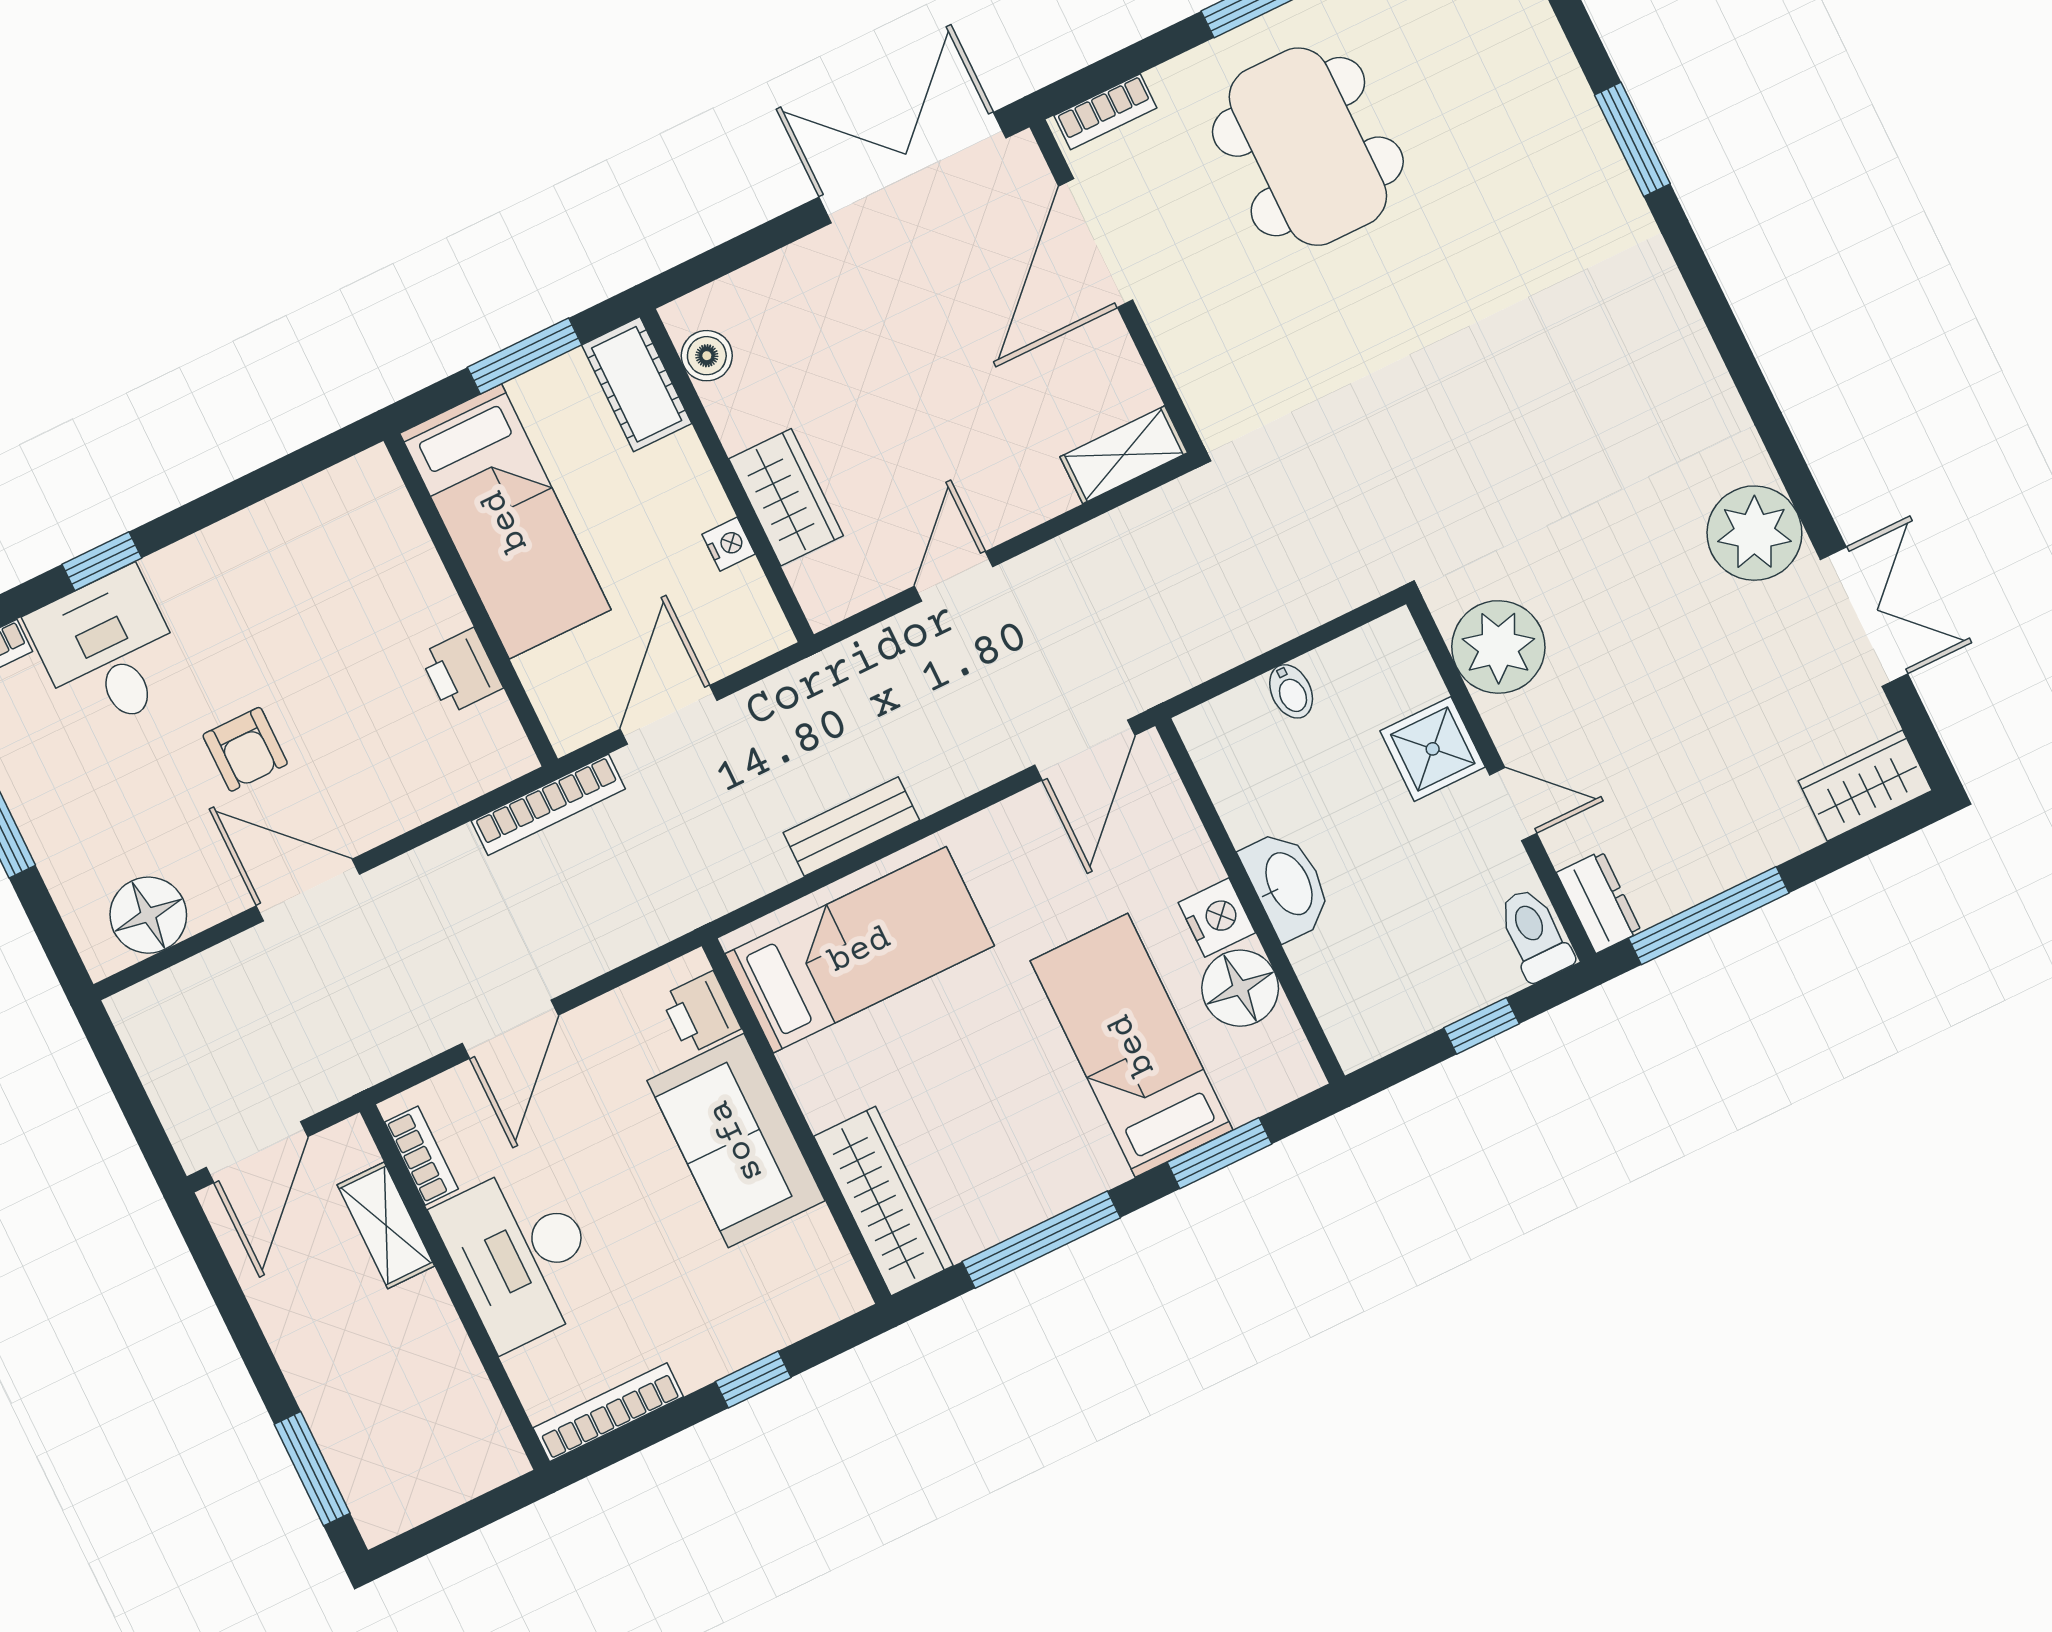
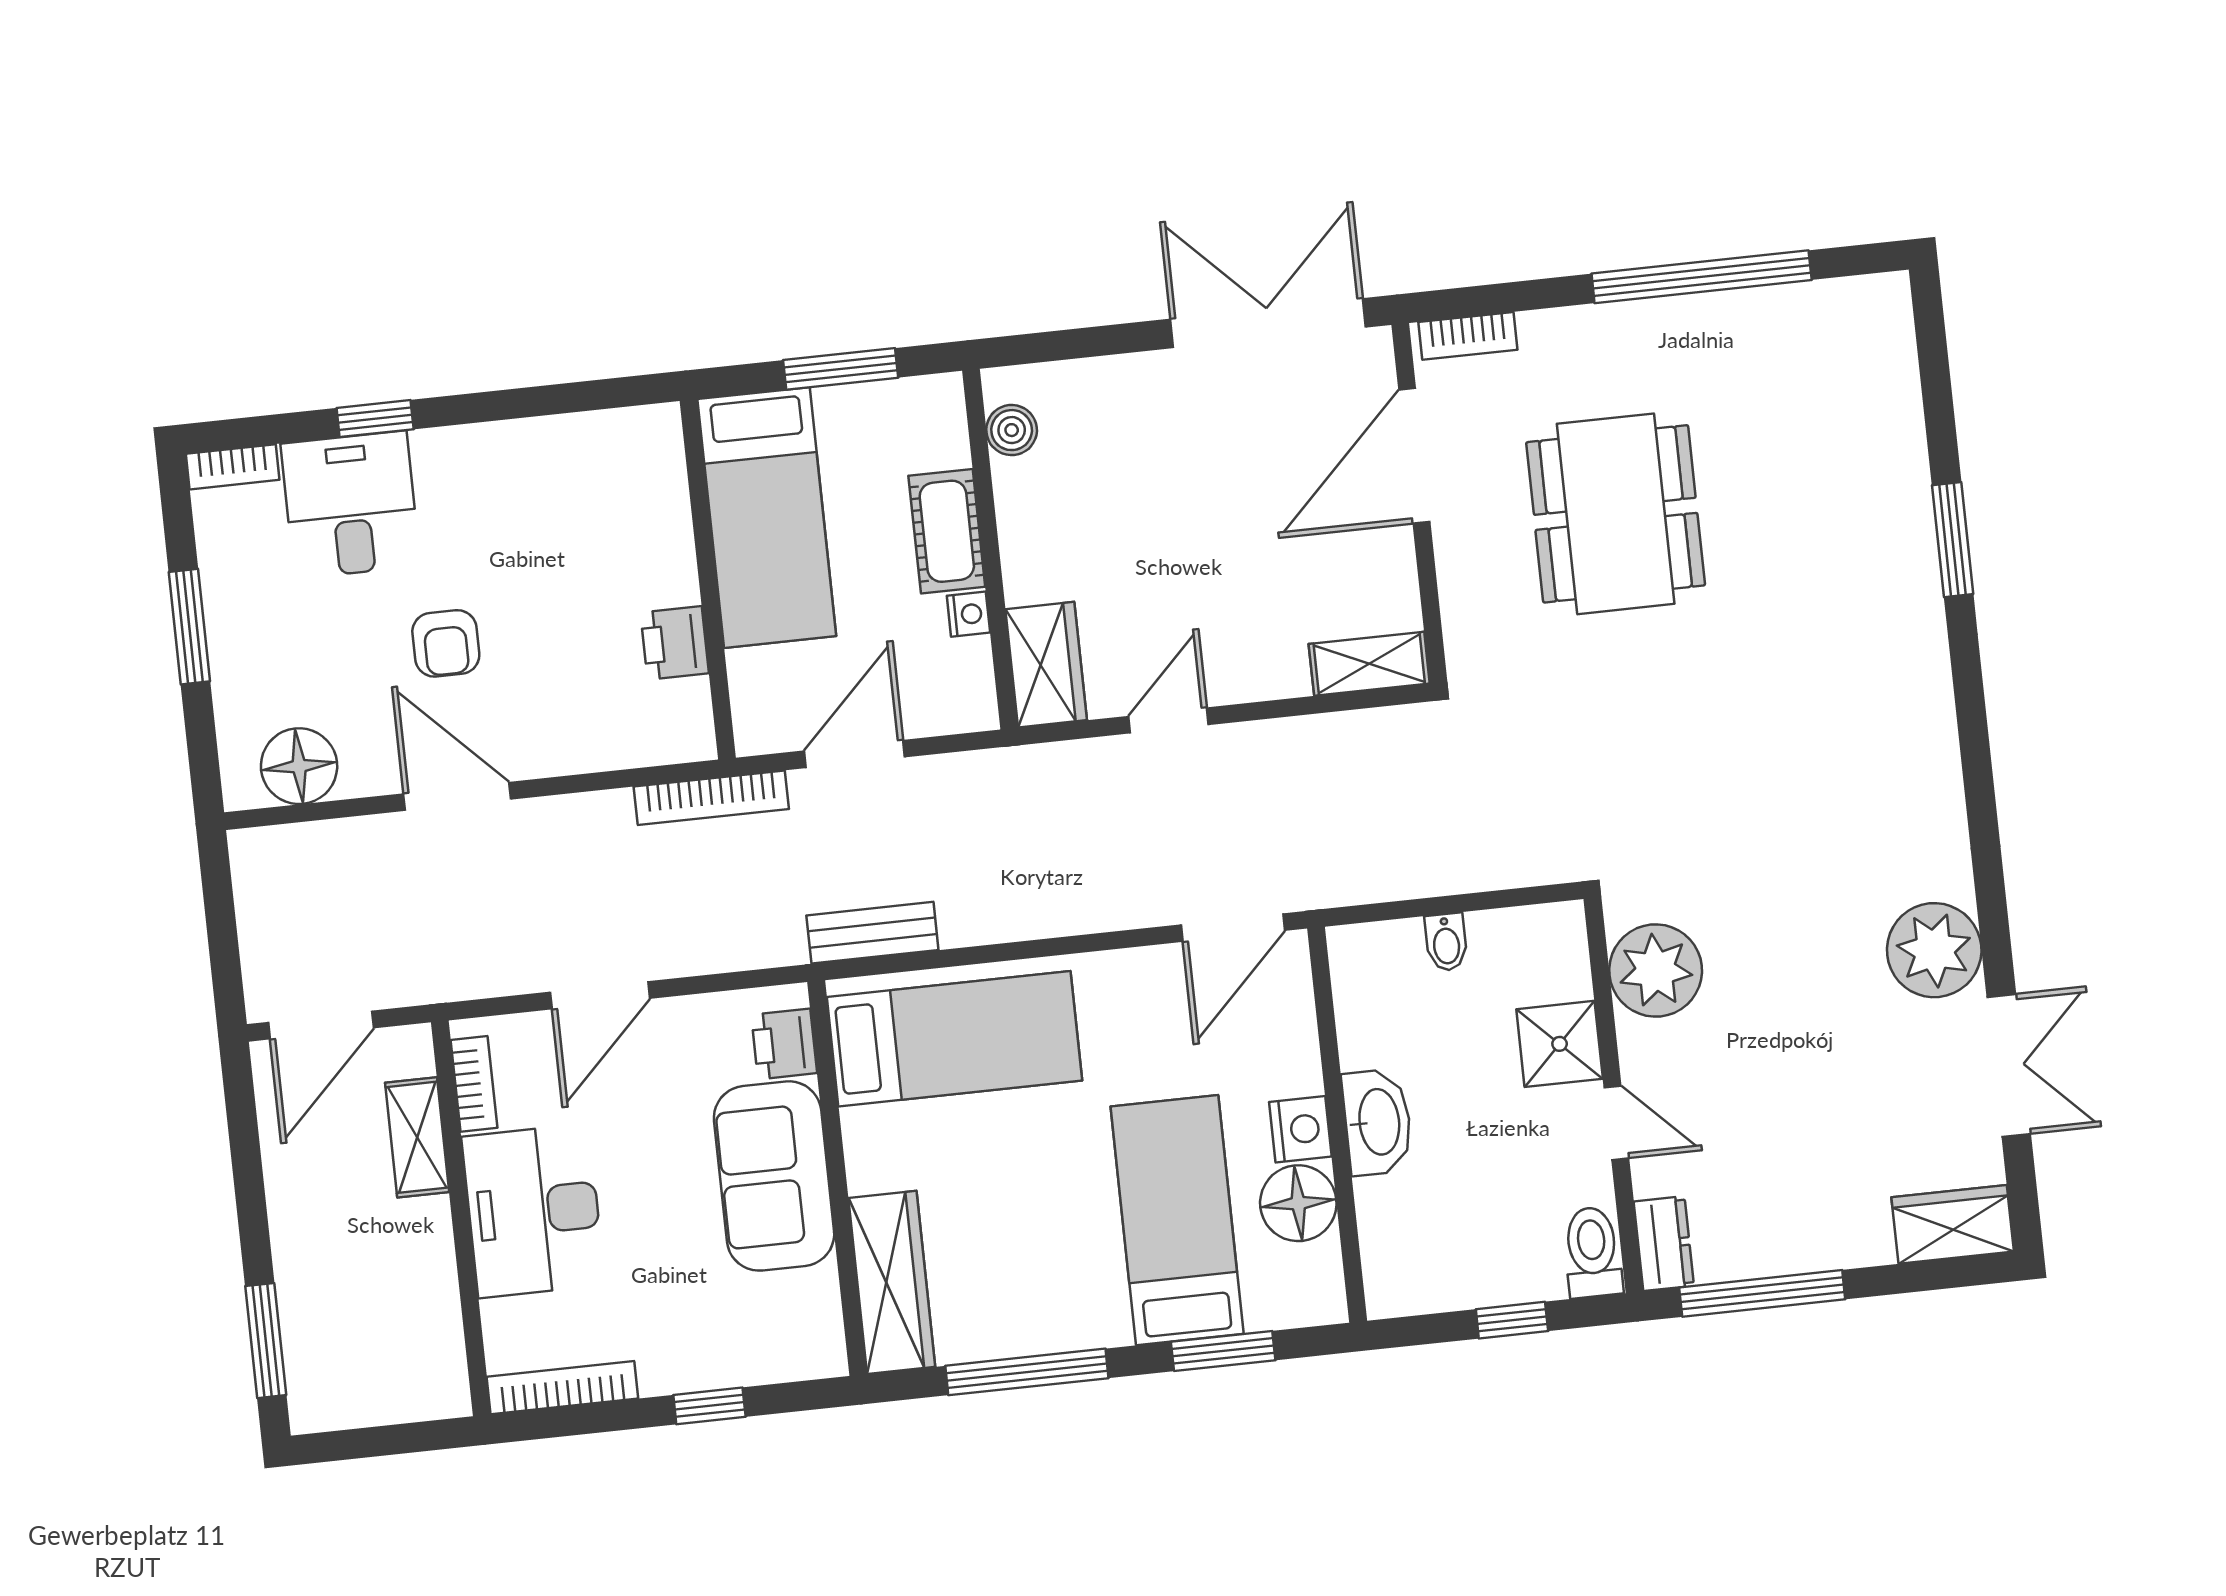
dining table: (1308, 147) -> (1616, 514), moved
cot: (637, 384) -> (947, 531), moved
wardrobe: (786, 497) -> (1046, 665), moved
bench: (851, 826) -> (872, 933), moved

